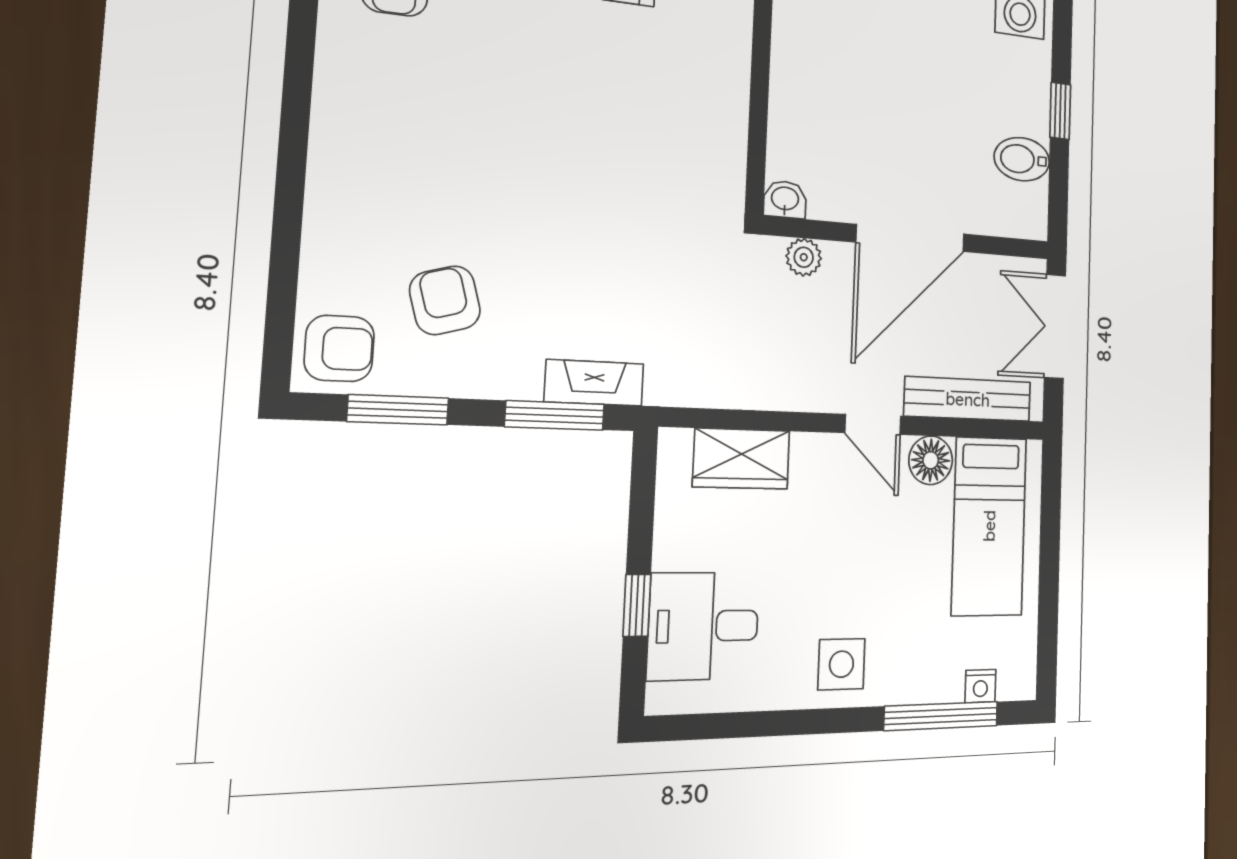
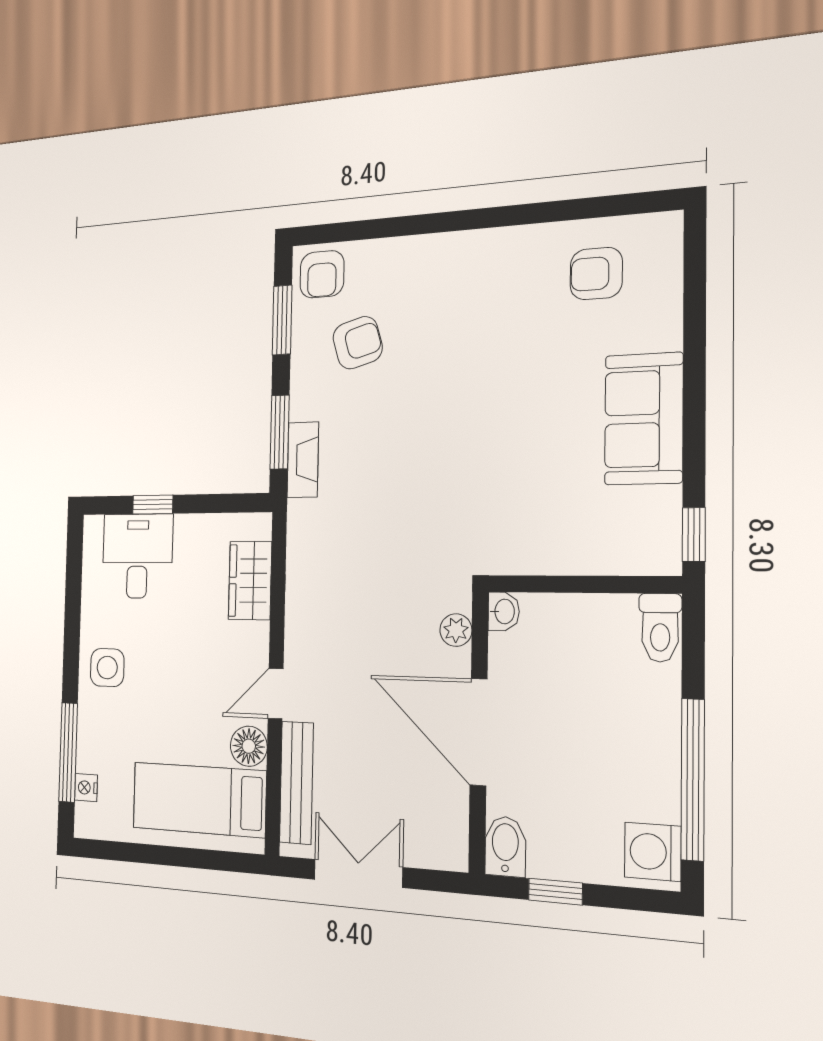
washbasin: (785, 199) -> (504, 611), moved
wall: (910, 238) -> (479, 732), moved
door: (911, 238) -> (479, 732), moved
plant: (804, 257) -> (456, 630), moved

